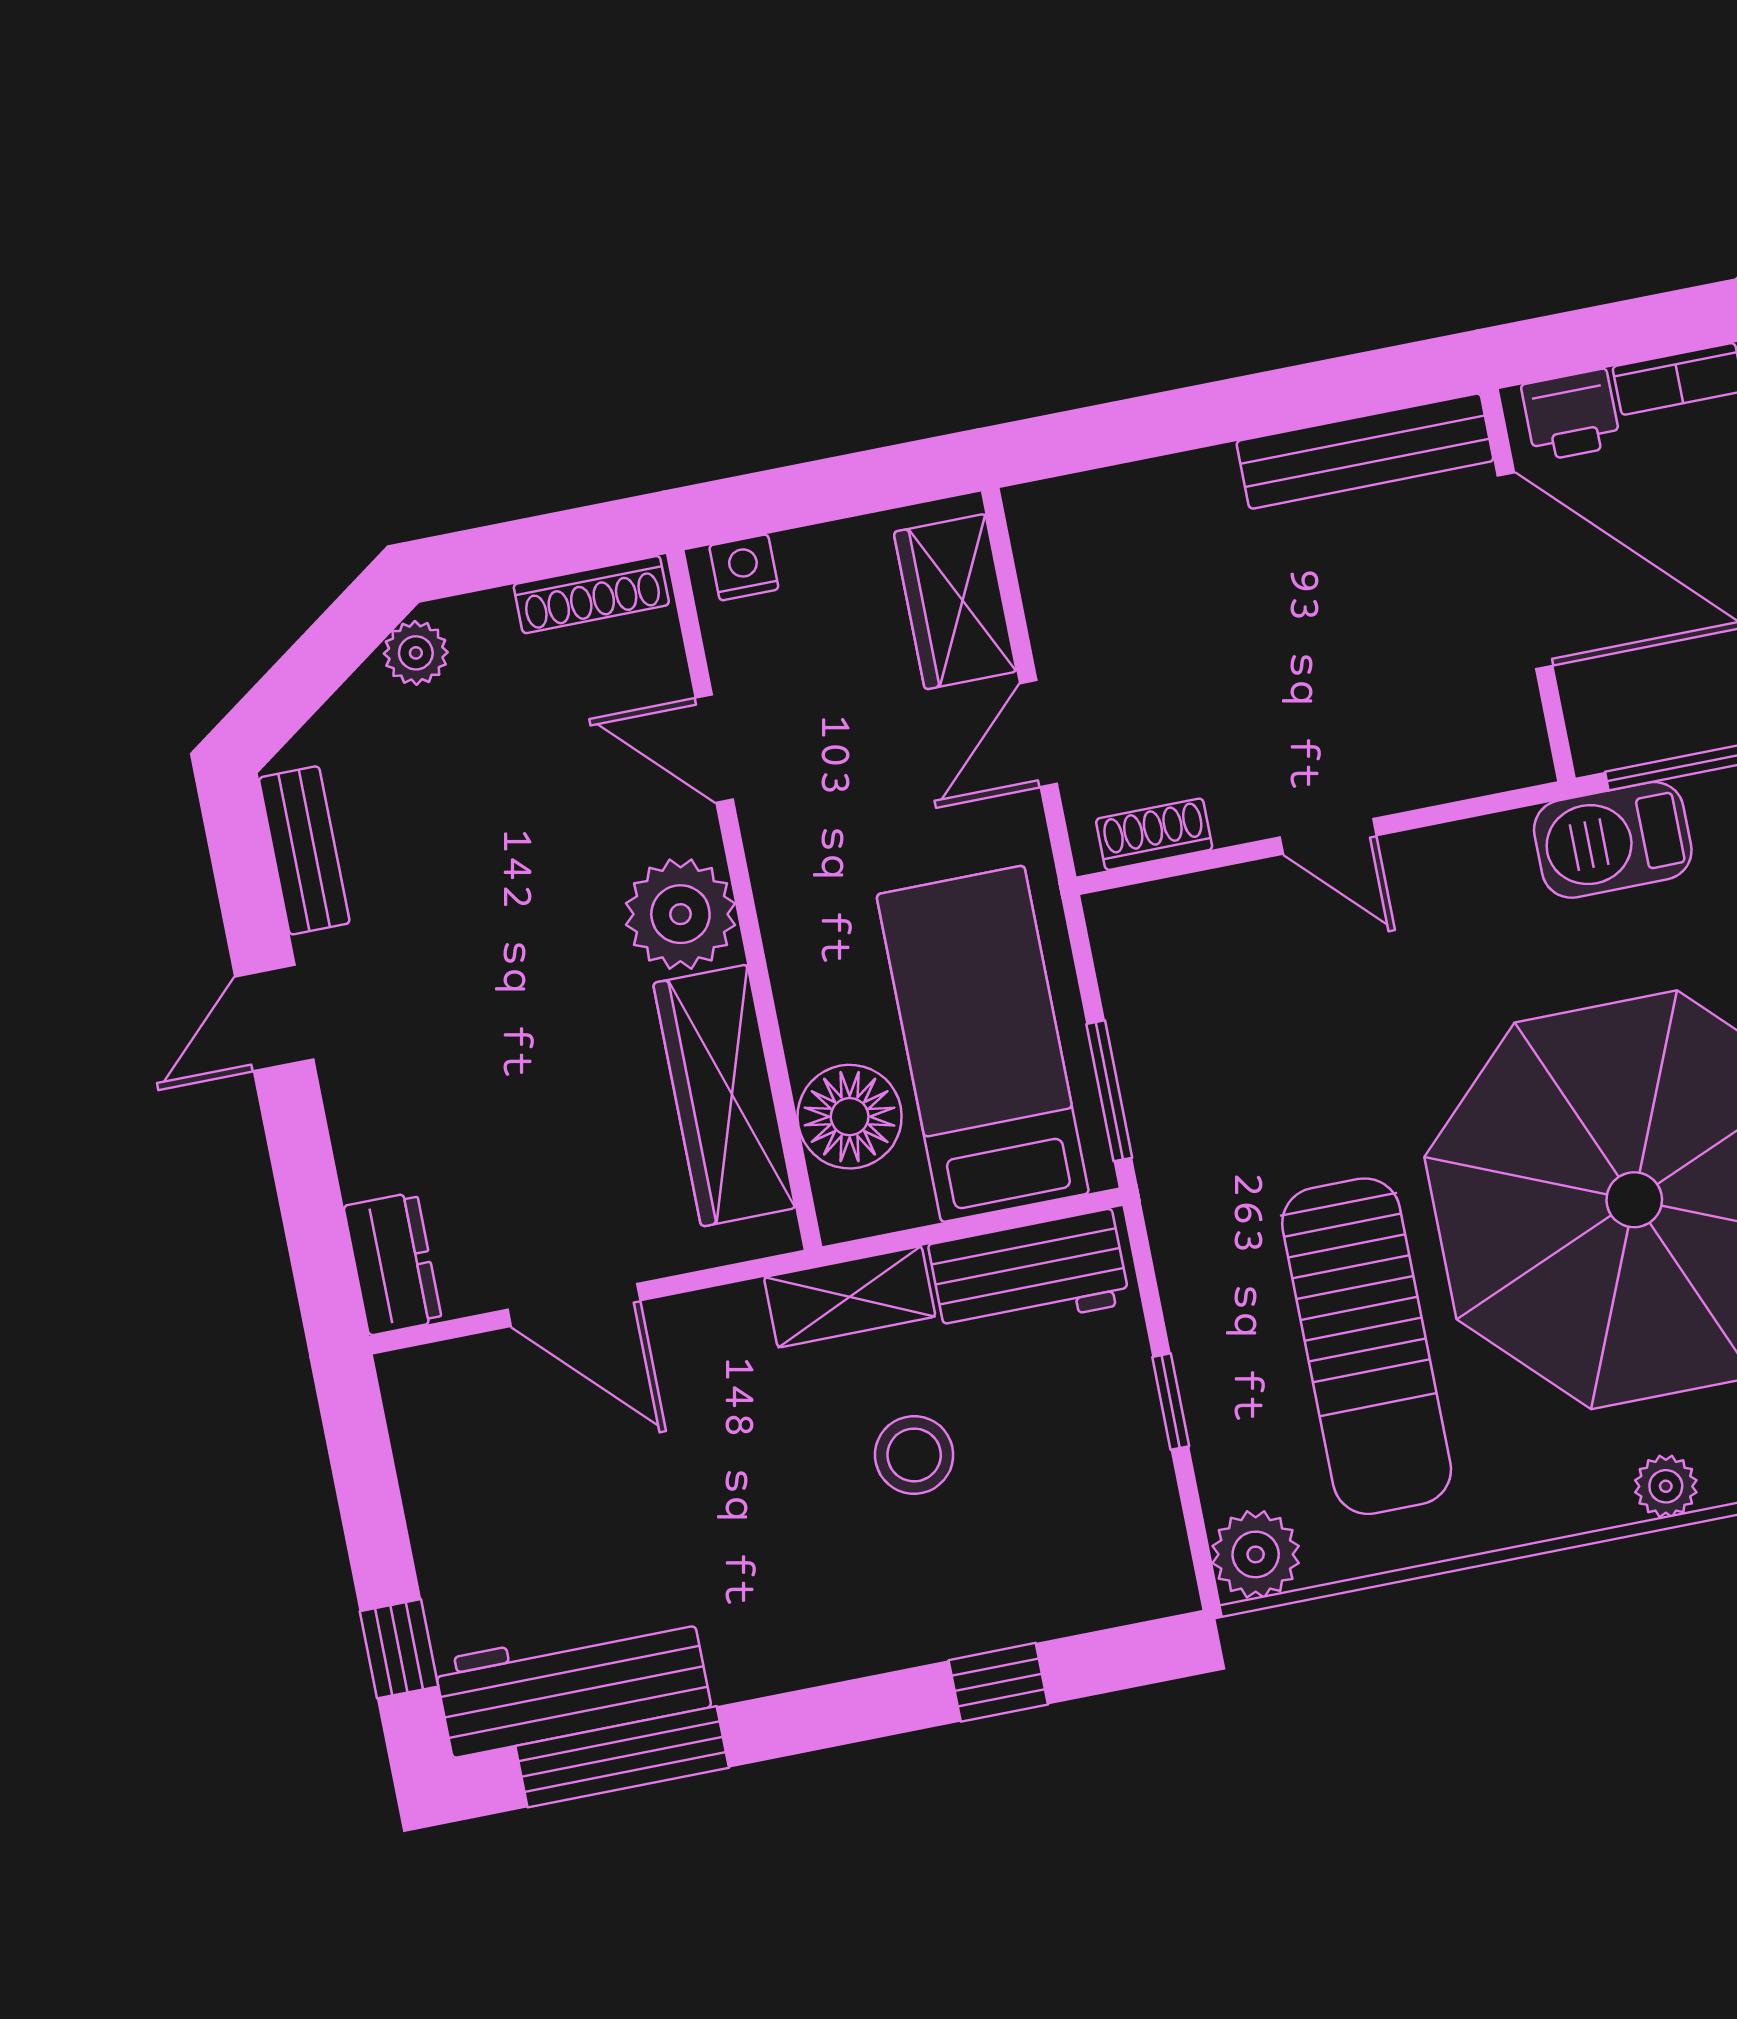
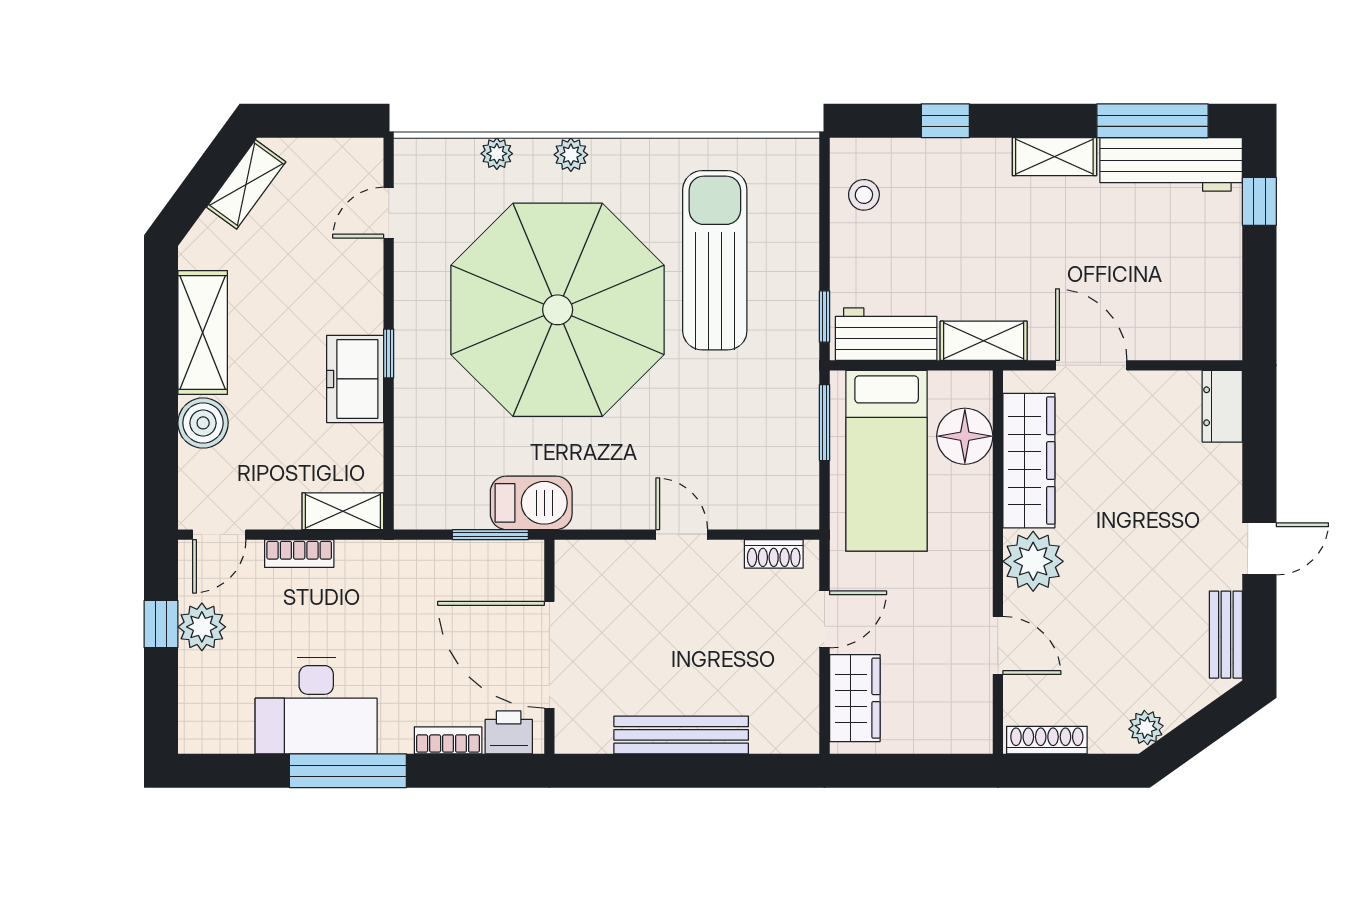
bench: (1365, 451) -> (681, 735), moved
nightstand: (744, 567) -> (963, 738), removed
door: (574, 1305) -> (1091, 365), moved
window: (1171, 1402) -> (824, 317), moved
stool: (914, 1455) -> (864, 195), moved, width x0.73, depth x0.73
plant: (1256, 1554) -> (795, 162), removed
shelving: (787, 1656) -> (1054, 157), added

